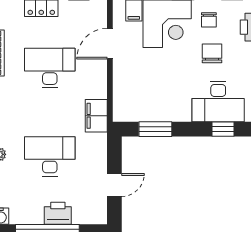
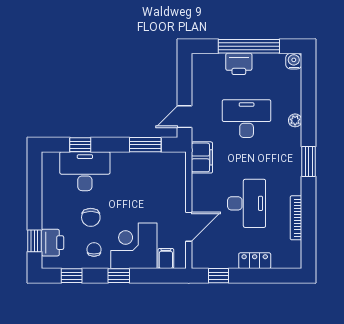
desk: (50, 68) -> (247, 203), turned -90
desk: (50, 156) -> (247, 119), turned 180
door: (114, 185) -> (184, 117), moved

